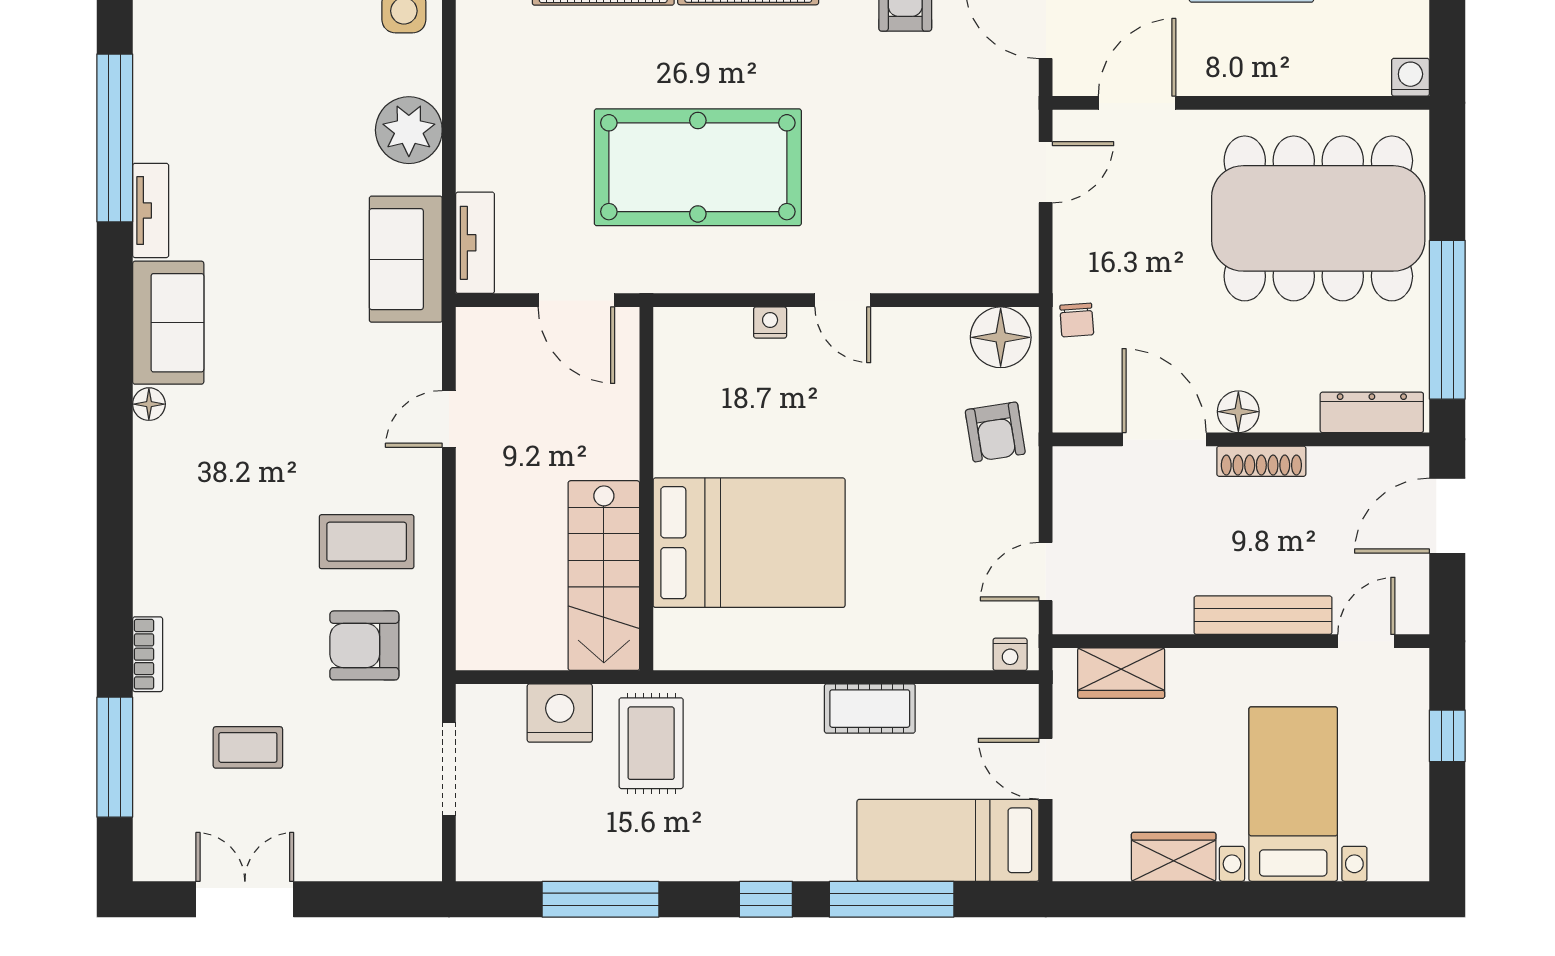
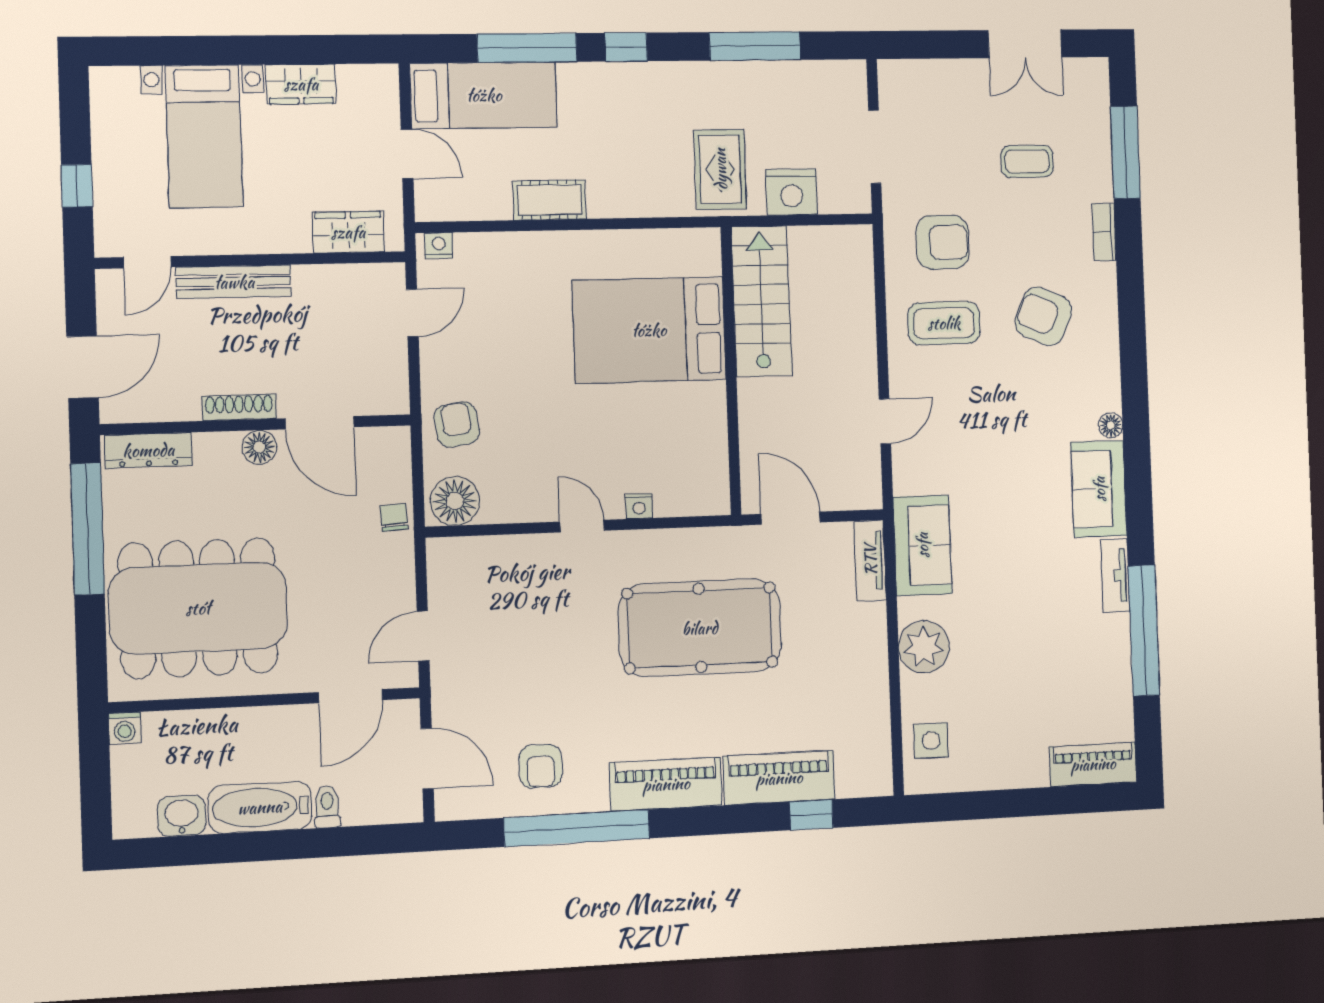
armchair: (234, 547) -> (1043, 316), added

